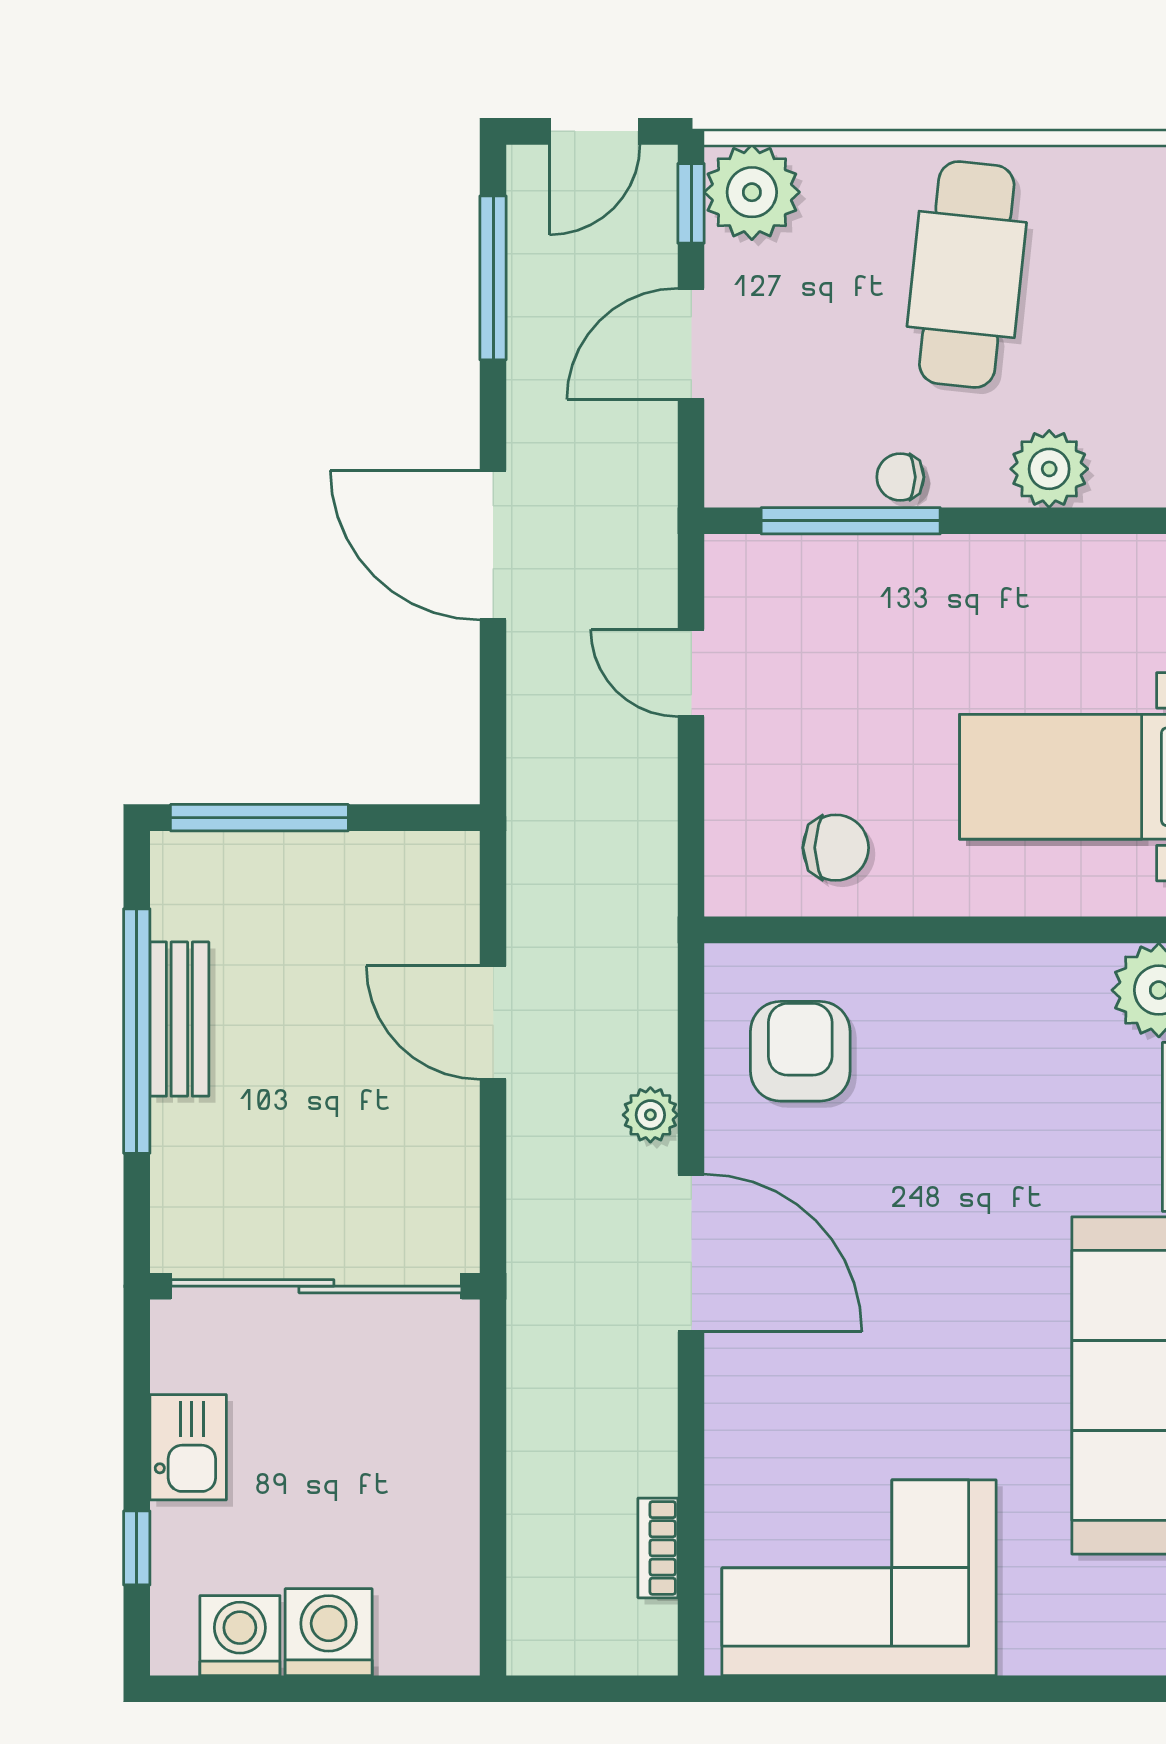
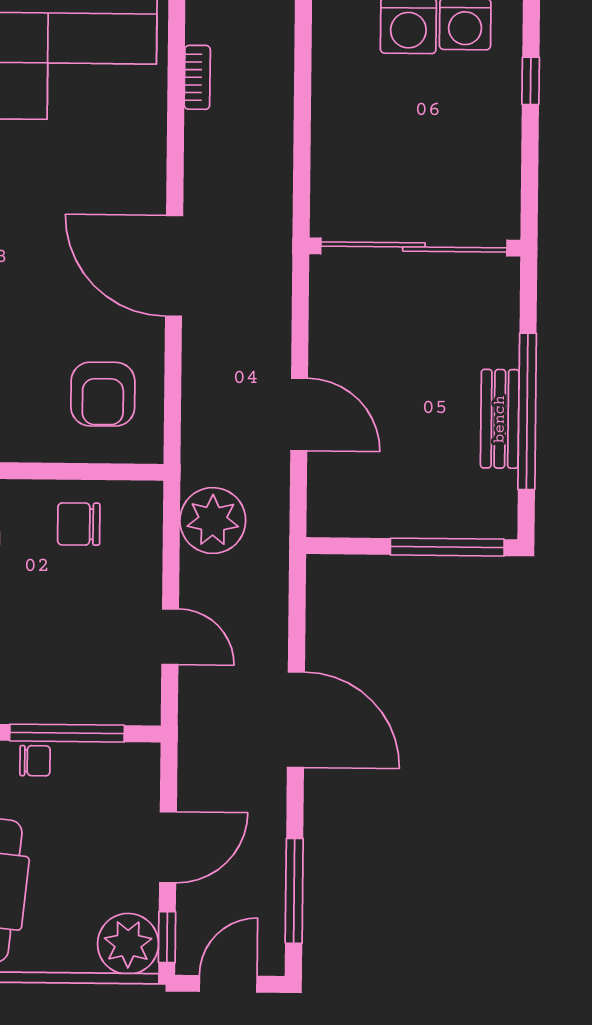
plant: (650, 1115) -> (213, 521), moved, width x1.88, depth x1.88
kitchen sink: (188, 1447) -> (497, 145), removed

